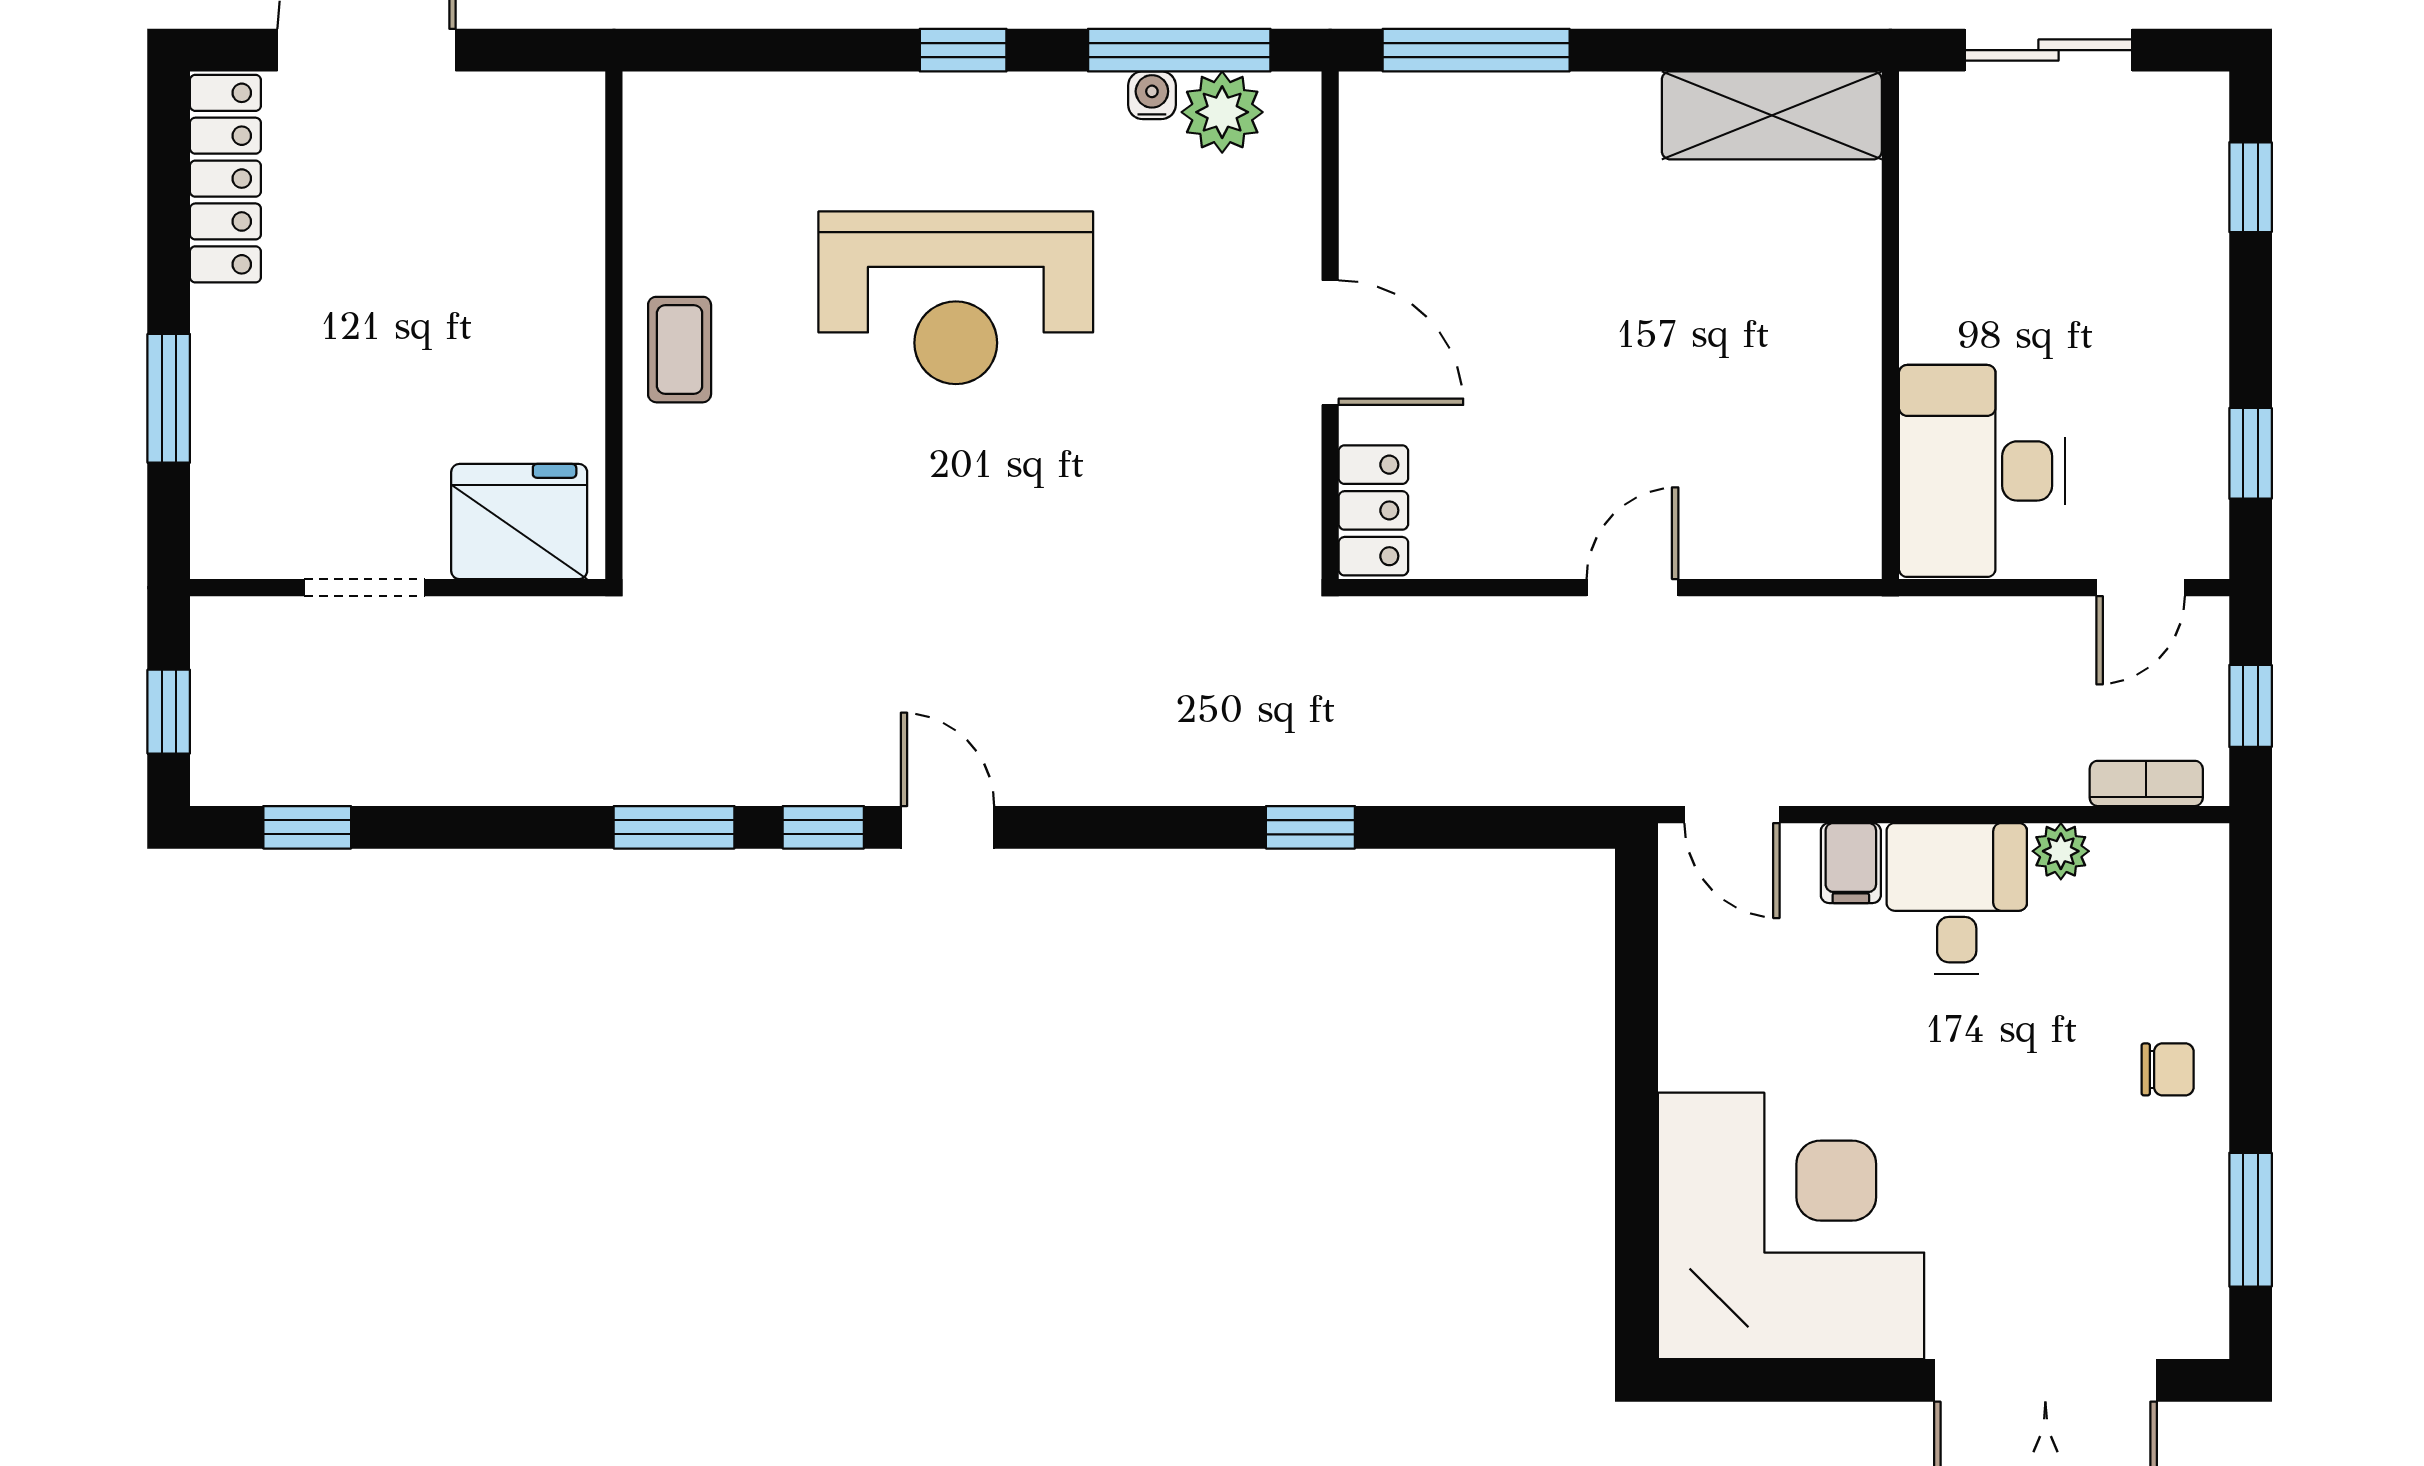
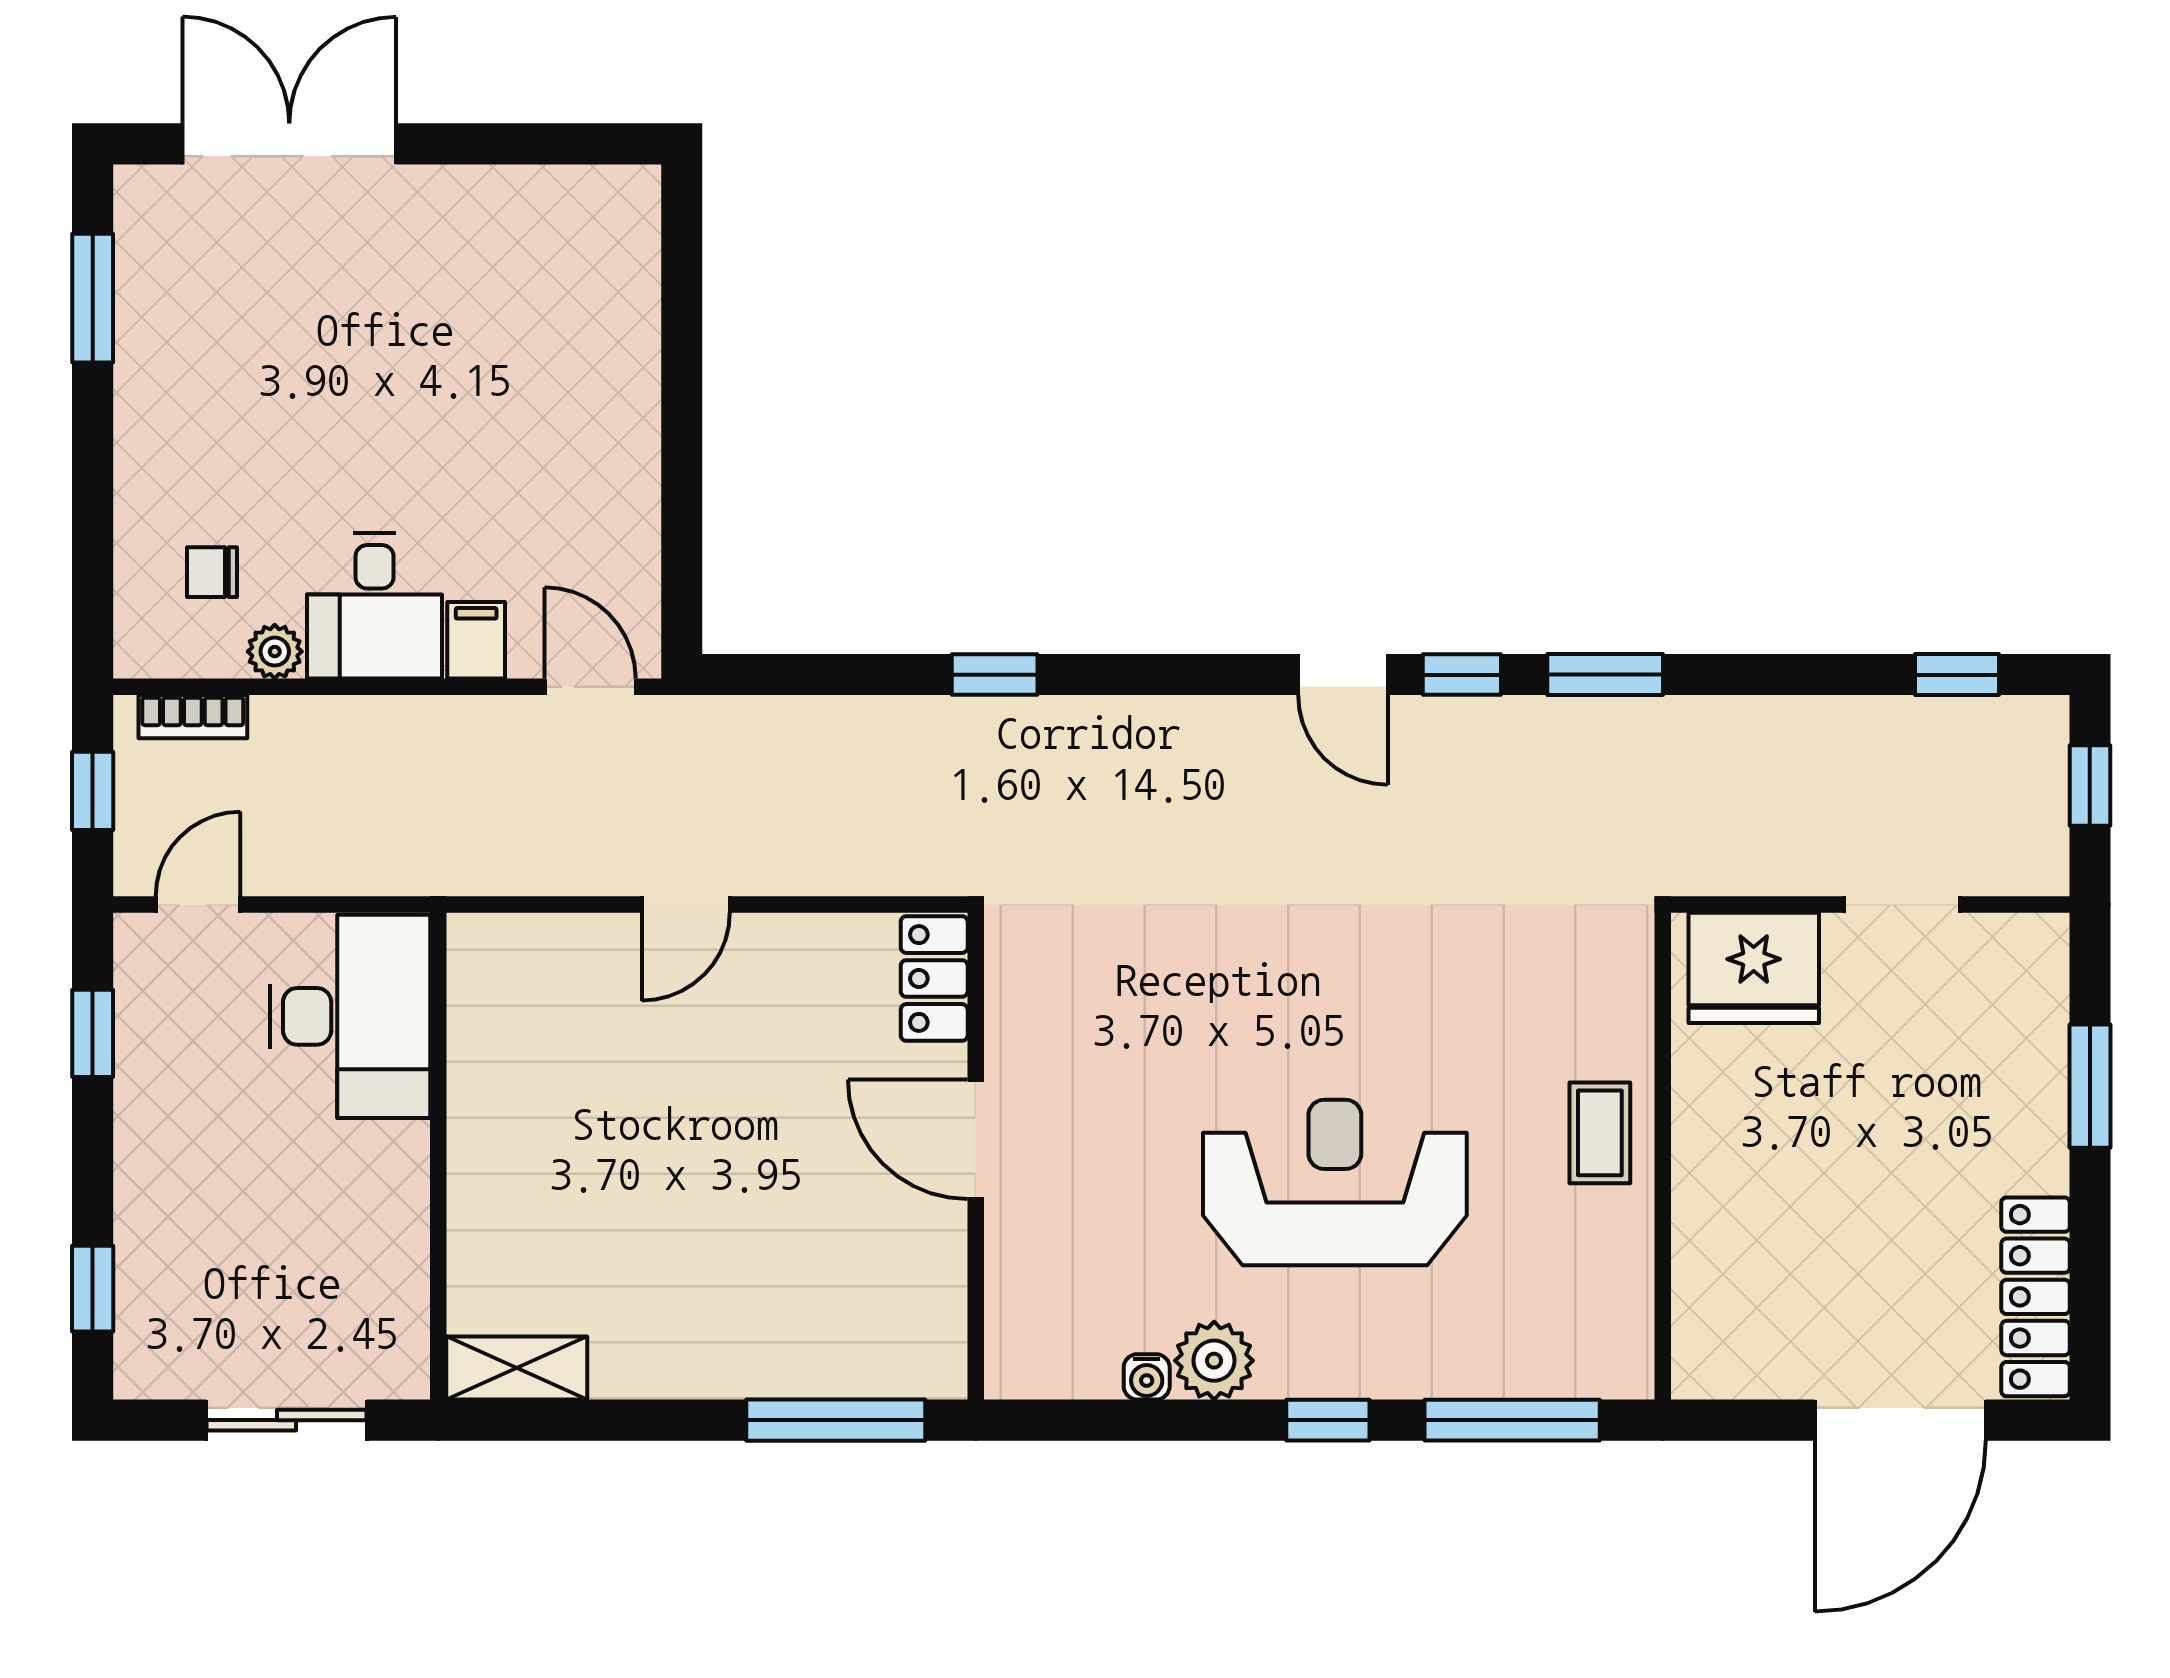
window: (1179, 50) -> (1512, 1420), moved
plant: (1222, 112) -> (1214, 1361), moved
shelving: (1772, 115) -> (517, 1368), width x0.67, depth x0.75
chair: (2168, 1069) -> (212, 572), moved
corner desk: (1791, 1226) -> (534, 292), removed

